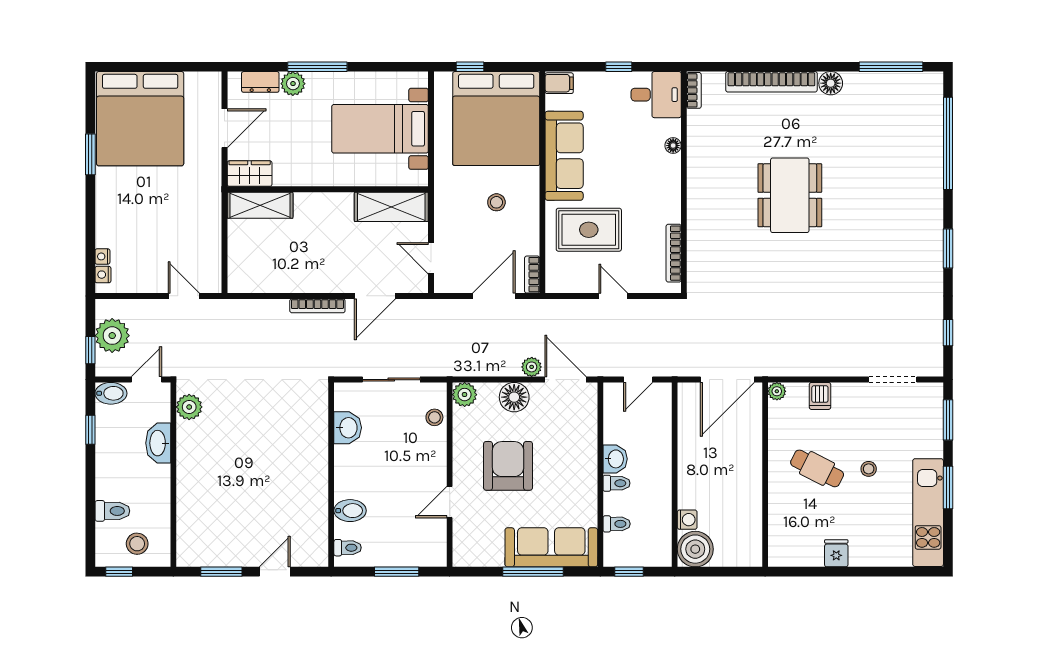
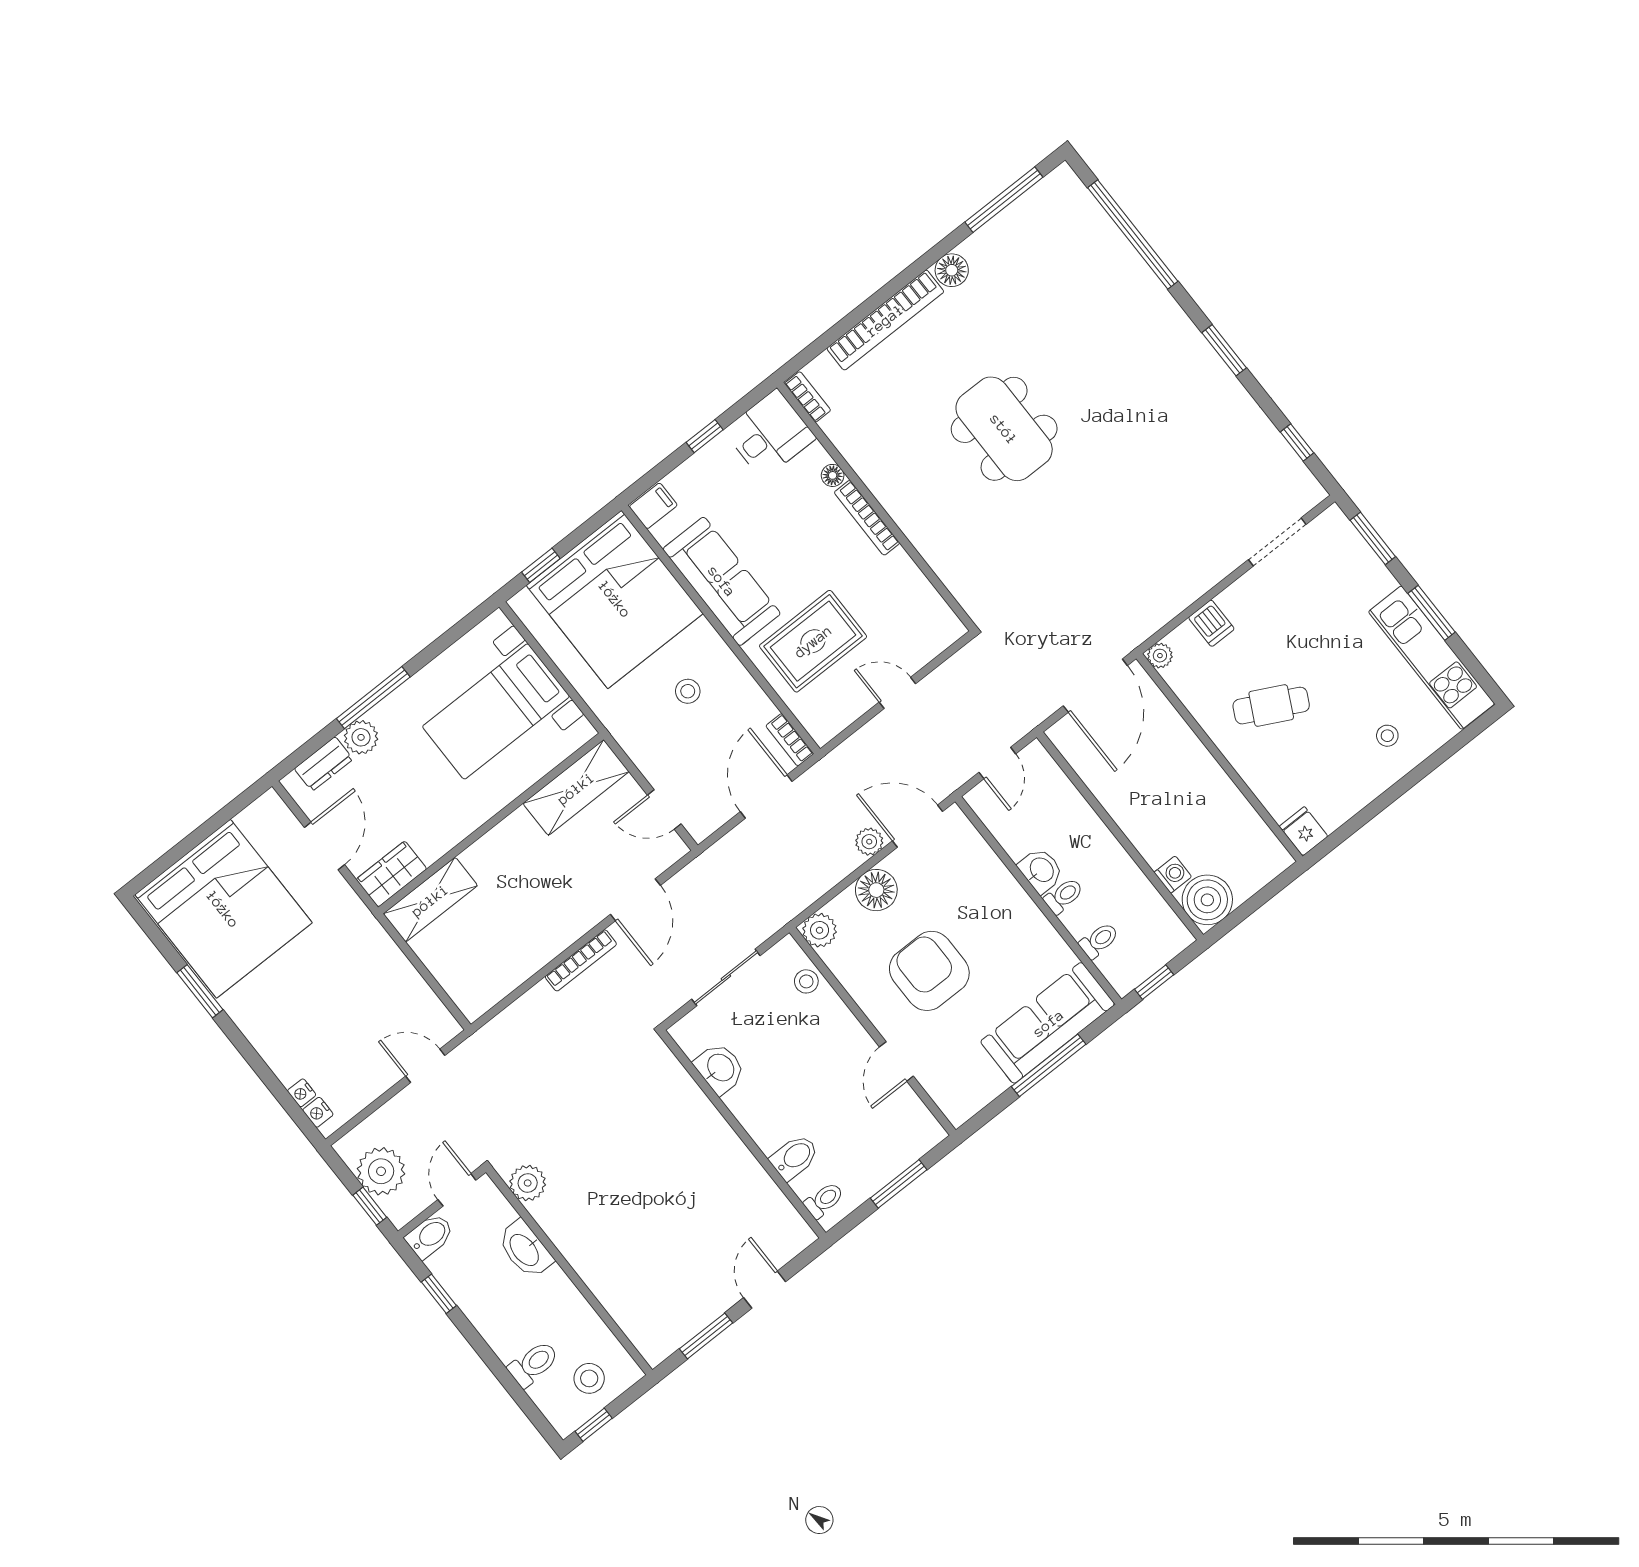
bookcase: (674, 253) -> (867, 518), moved
stool: (869, 469) -> (1387, 736), moved
fridge: (836, 553) -> (1304, 831), moved

